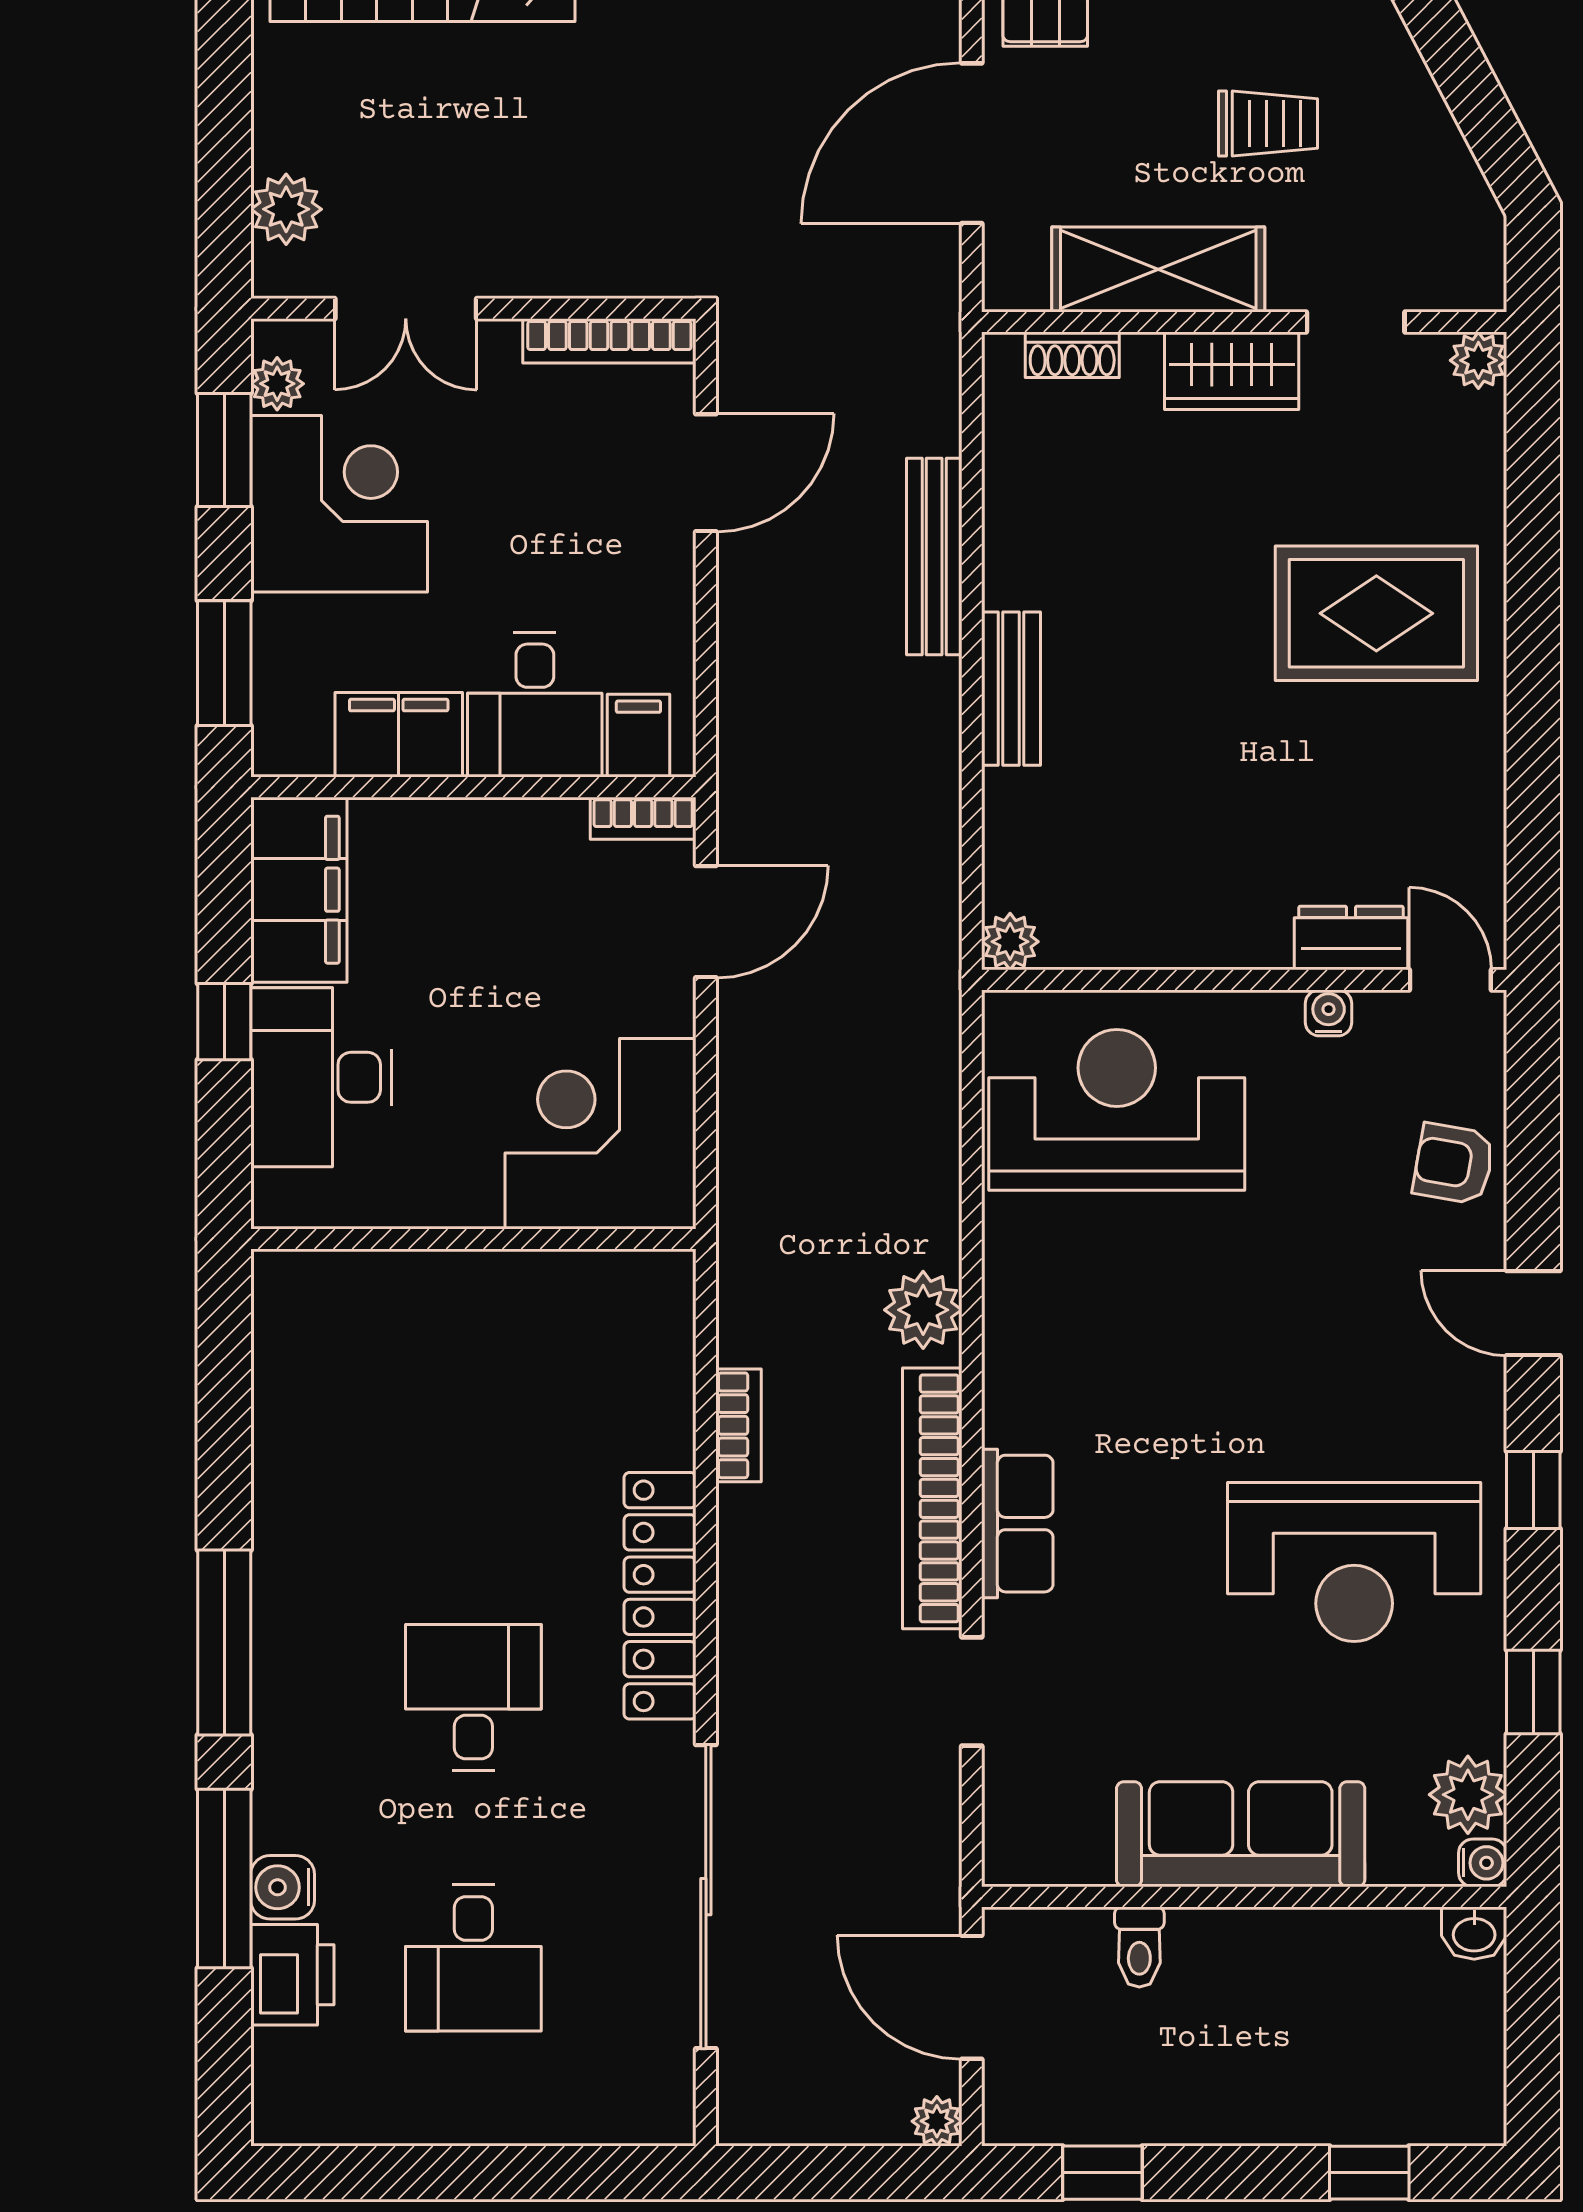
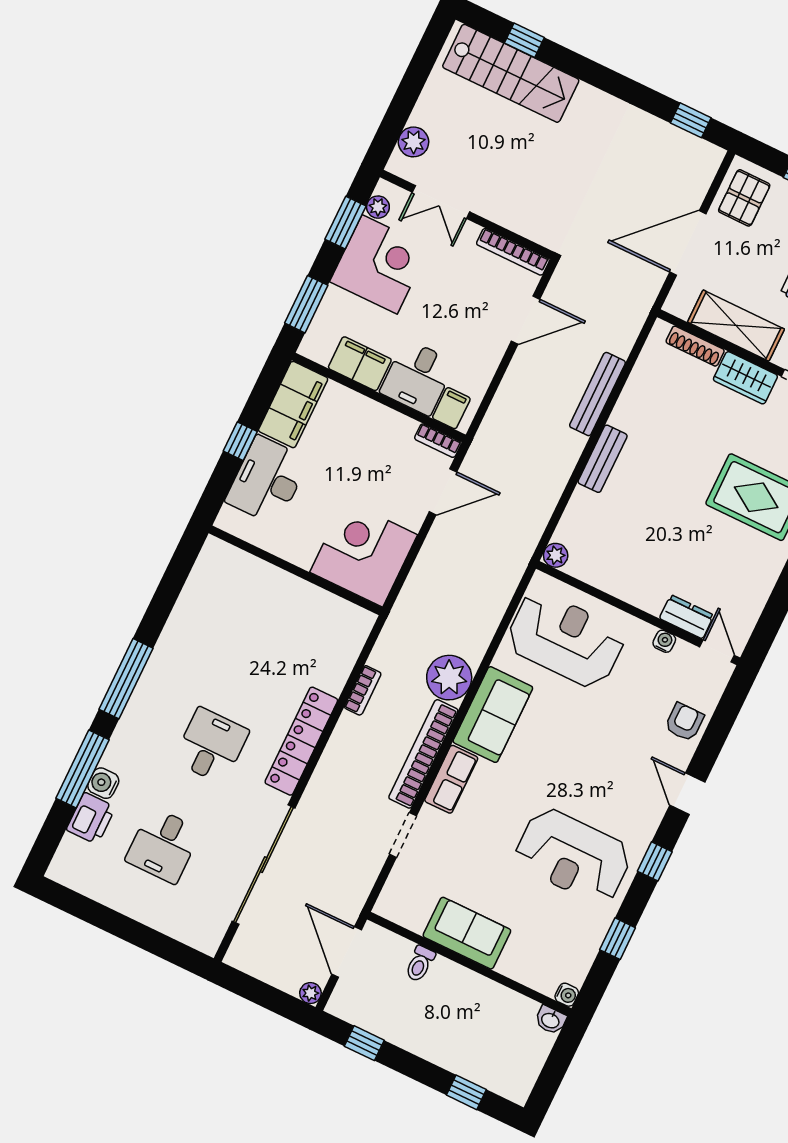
shoe rack: (1072, 355) -> (695, 346), width x1.43
armchair: (1454, 1164) -> (684, 722), turned 80
plant: (923, 1310) -> (449, 678), width x1.36, depth x1.36
sofa: (1040, 1344) -> (493, 715), added
plant: (1468, 1795) -> (574, 966), removed
sofa: (1241, 1834) -> (467, 933), width x0.73

